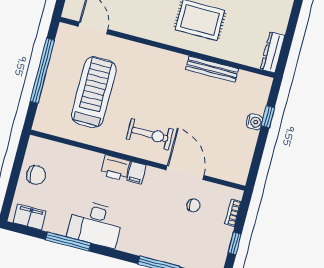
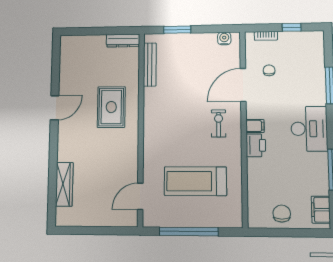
bench: (212, 69) -> (150, 65), moved
window: (268, 117) -> (177, 30), width x1.50
water cooler: (255, 122) -> (224, 39), moved
exercise bike: (150, 134) -> (219, 123), width x0.73, depth x0.72
desk: (96, 224) -> (309, 129), moved

